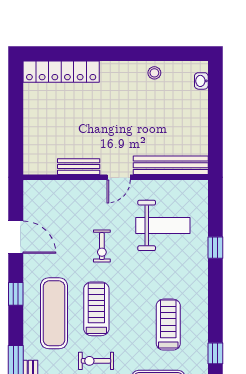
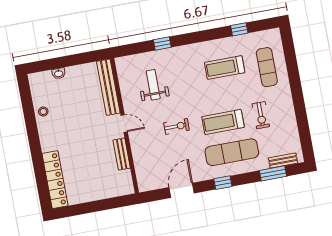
washbasin: (201, 81) -> (59, 73), moved
weight bench: (163, 225) -> (153, 85), width x0.73, depth x0.75

